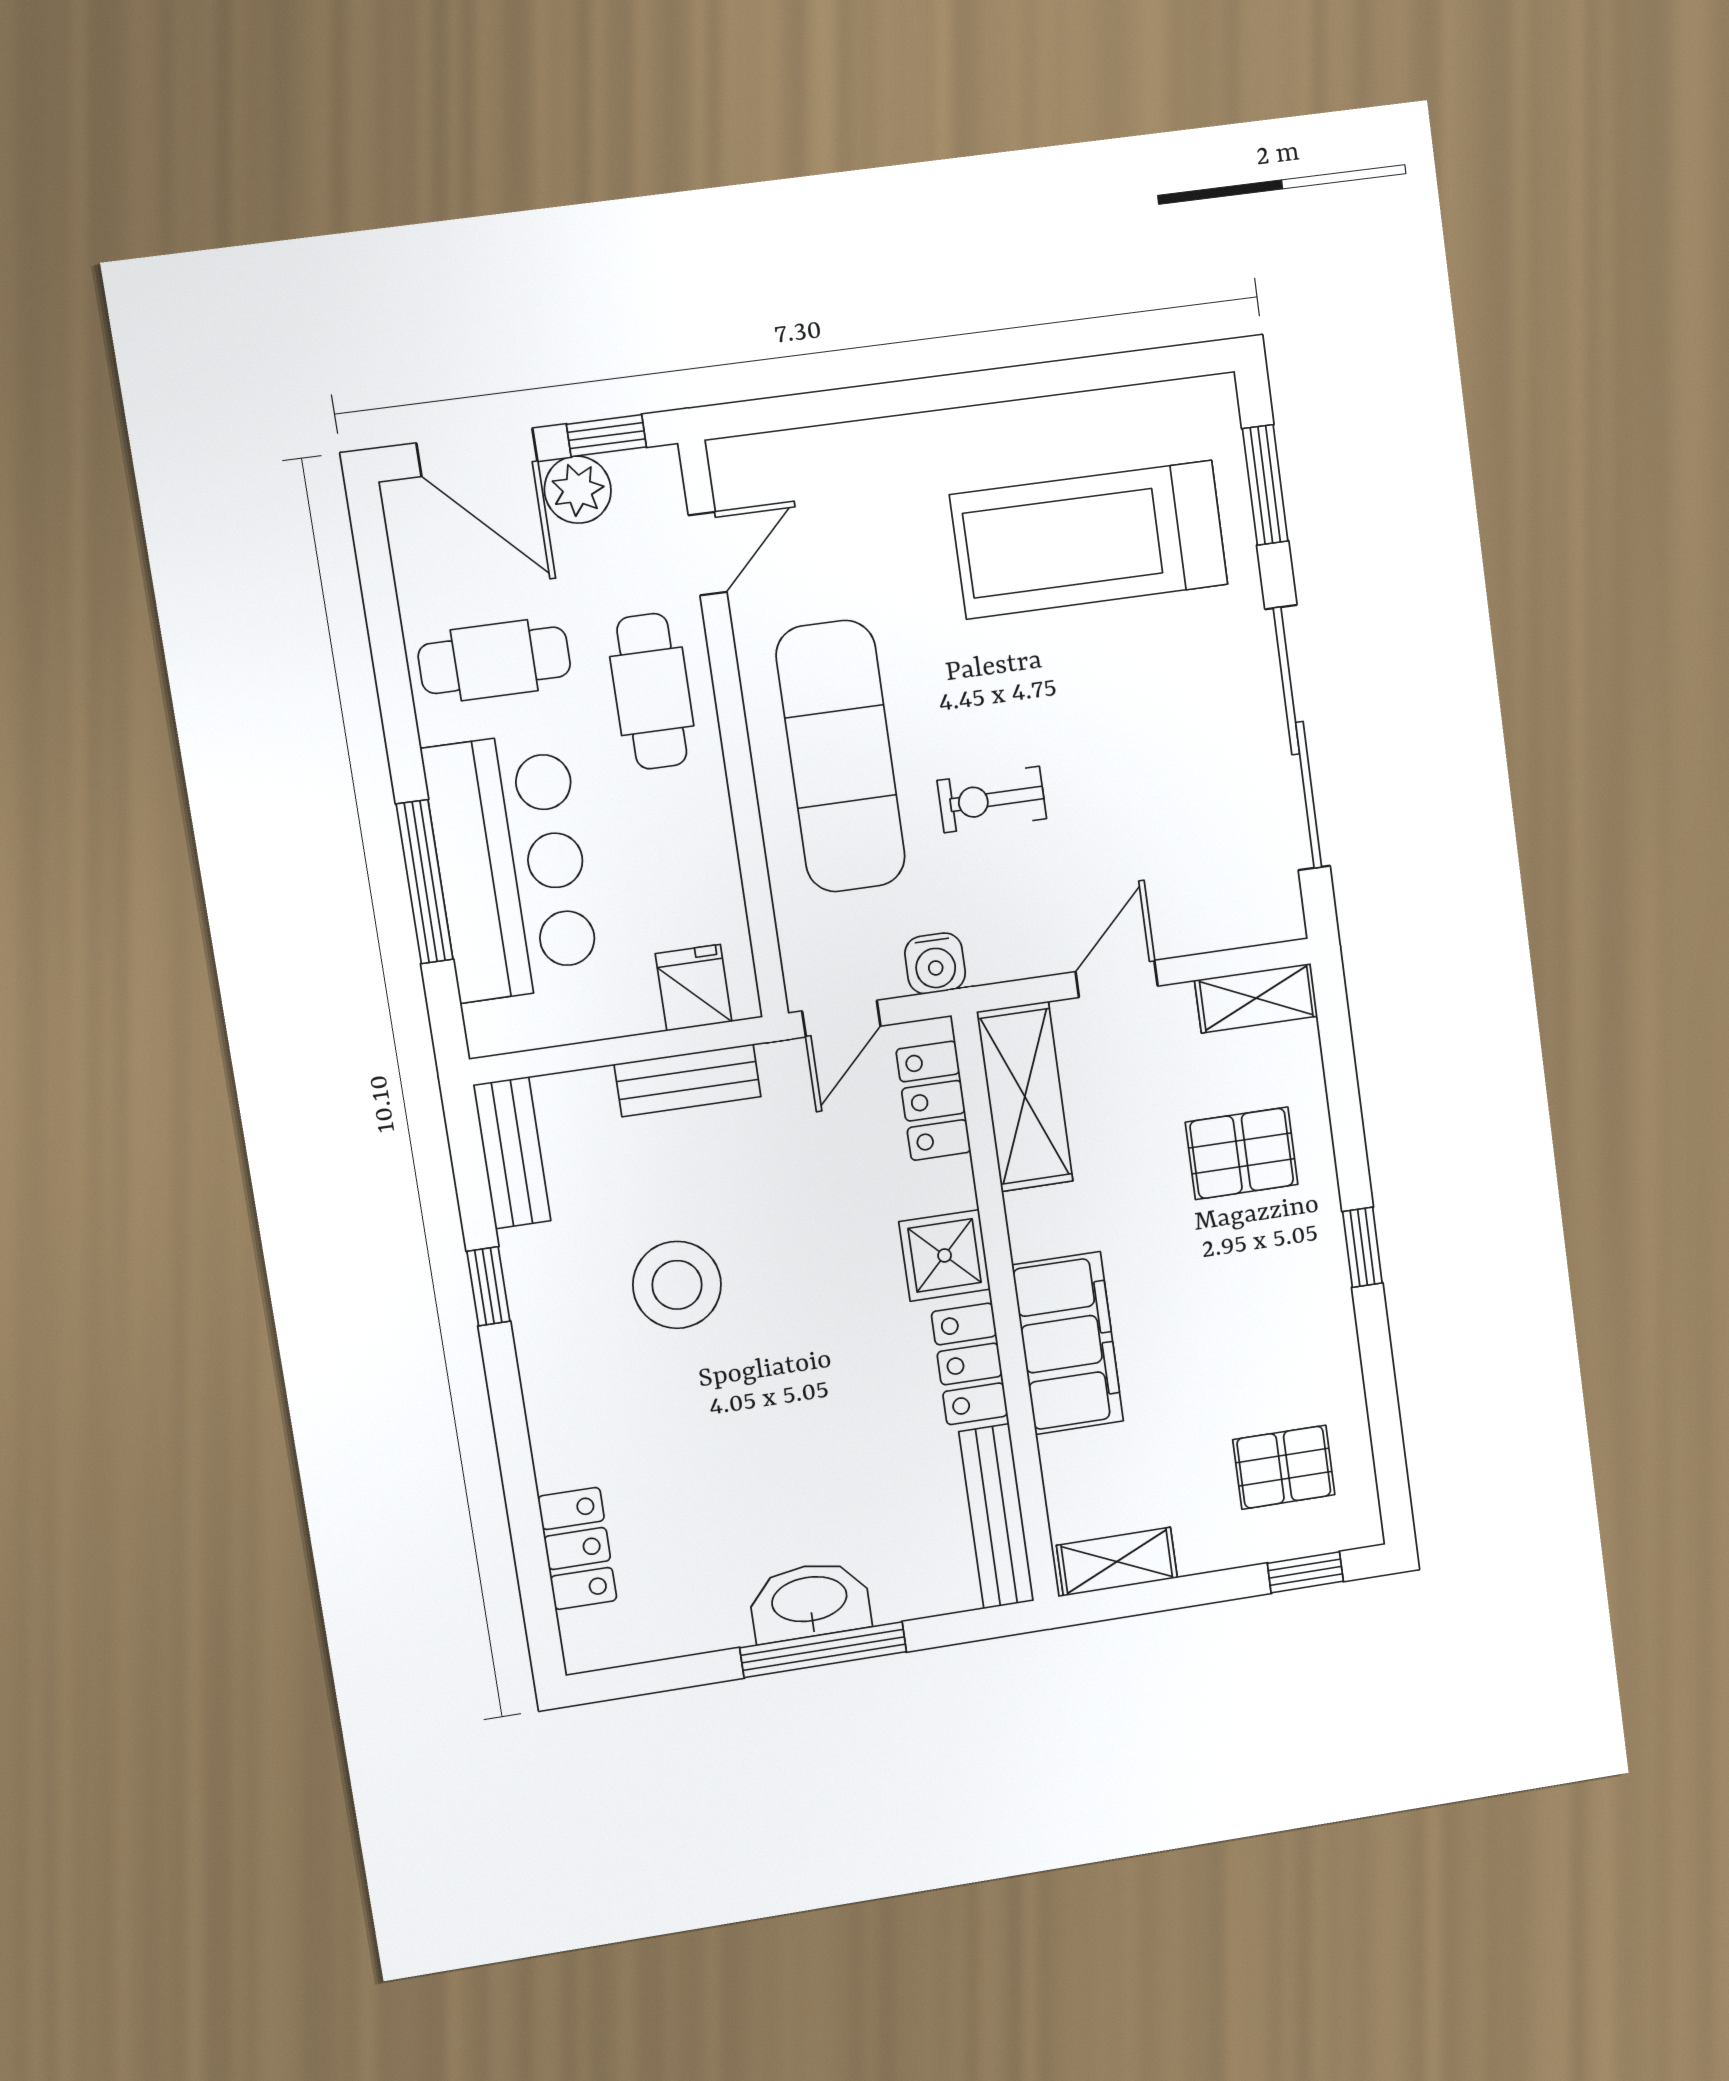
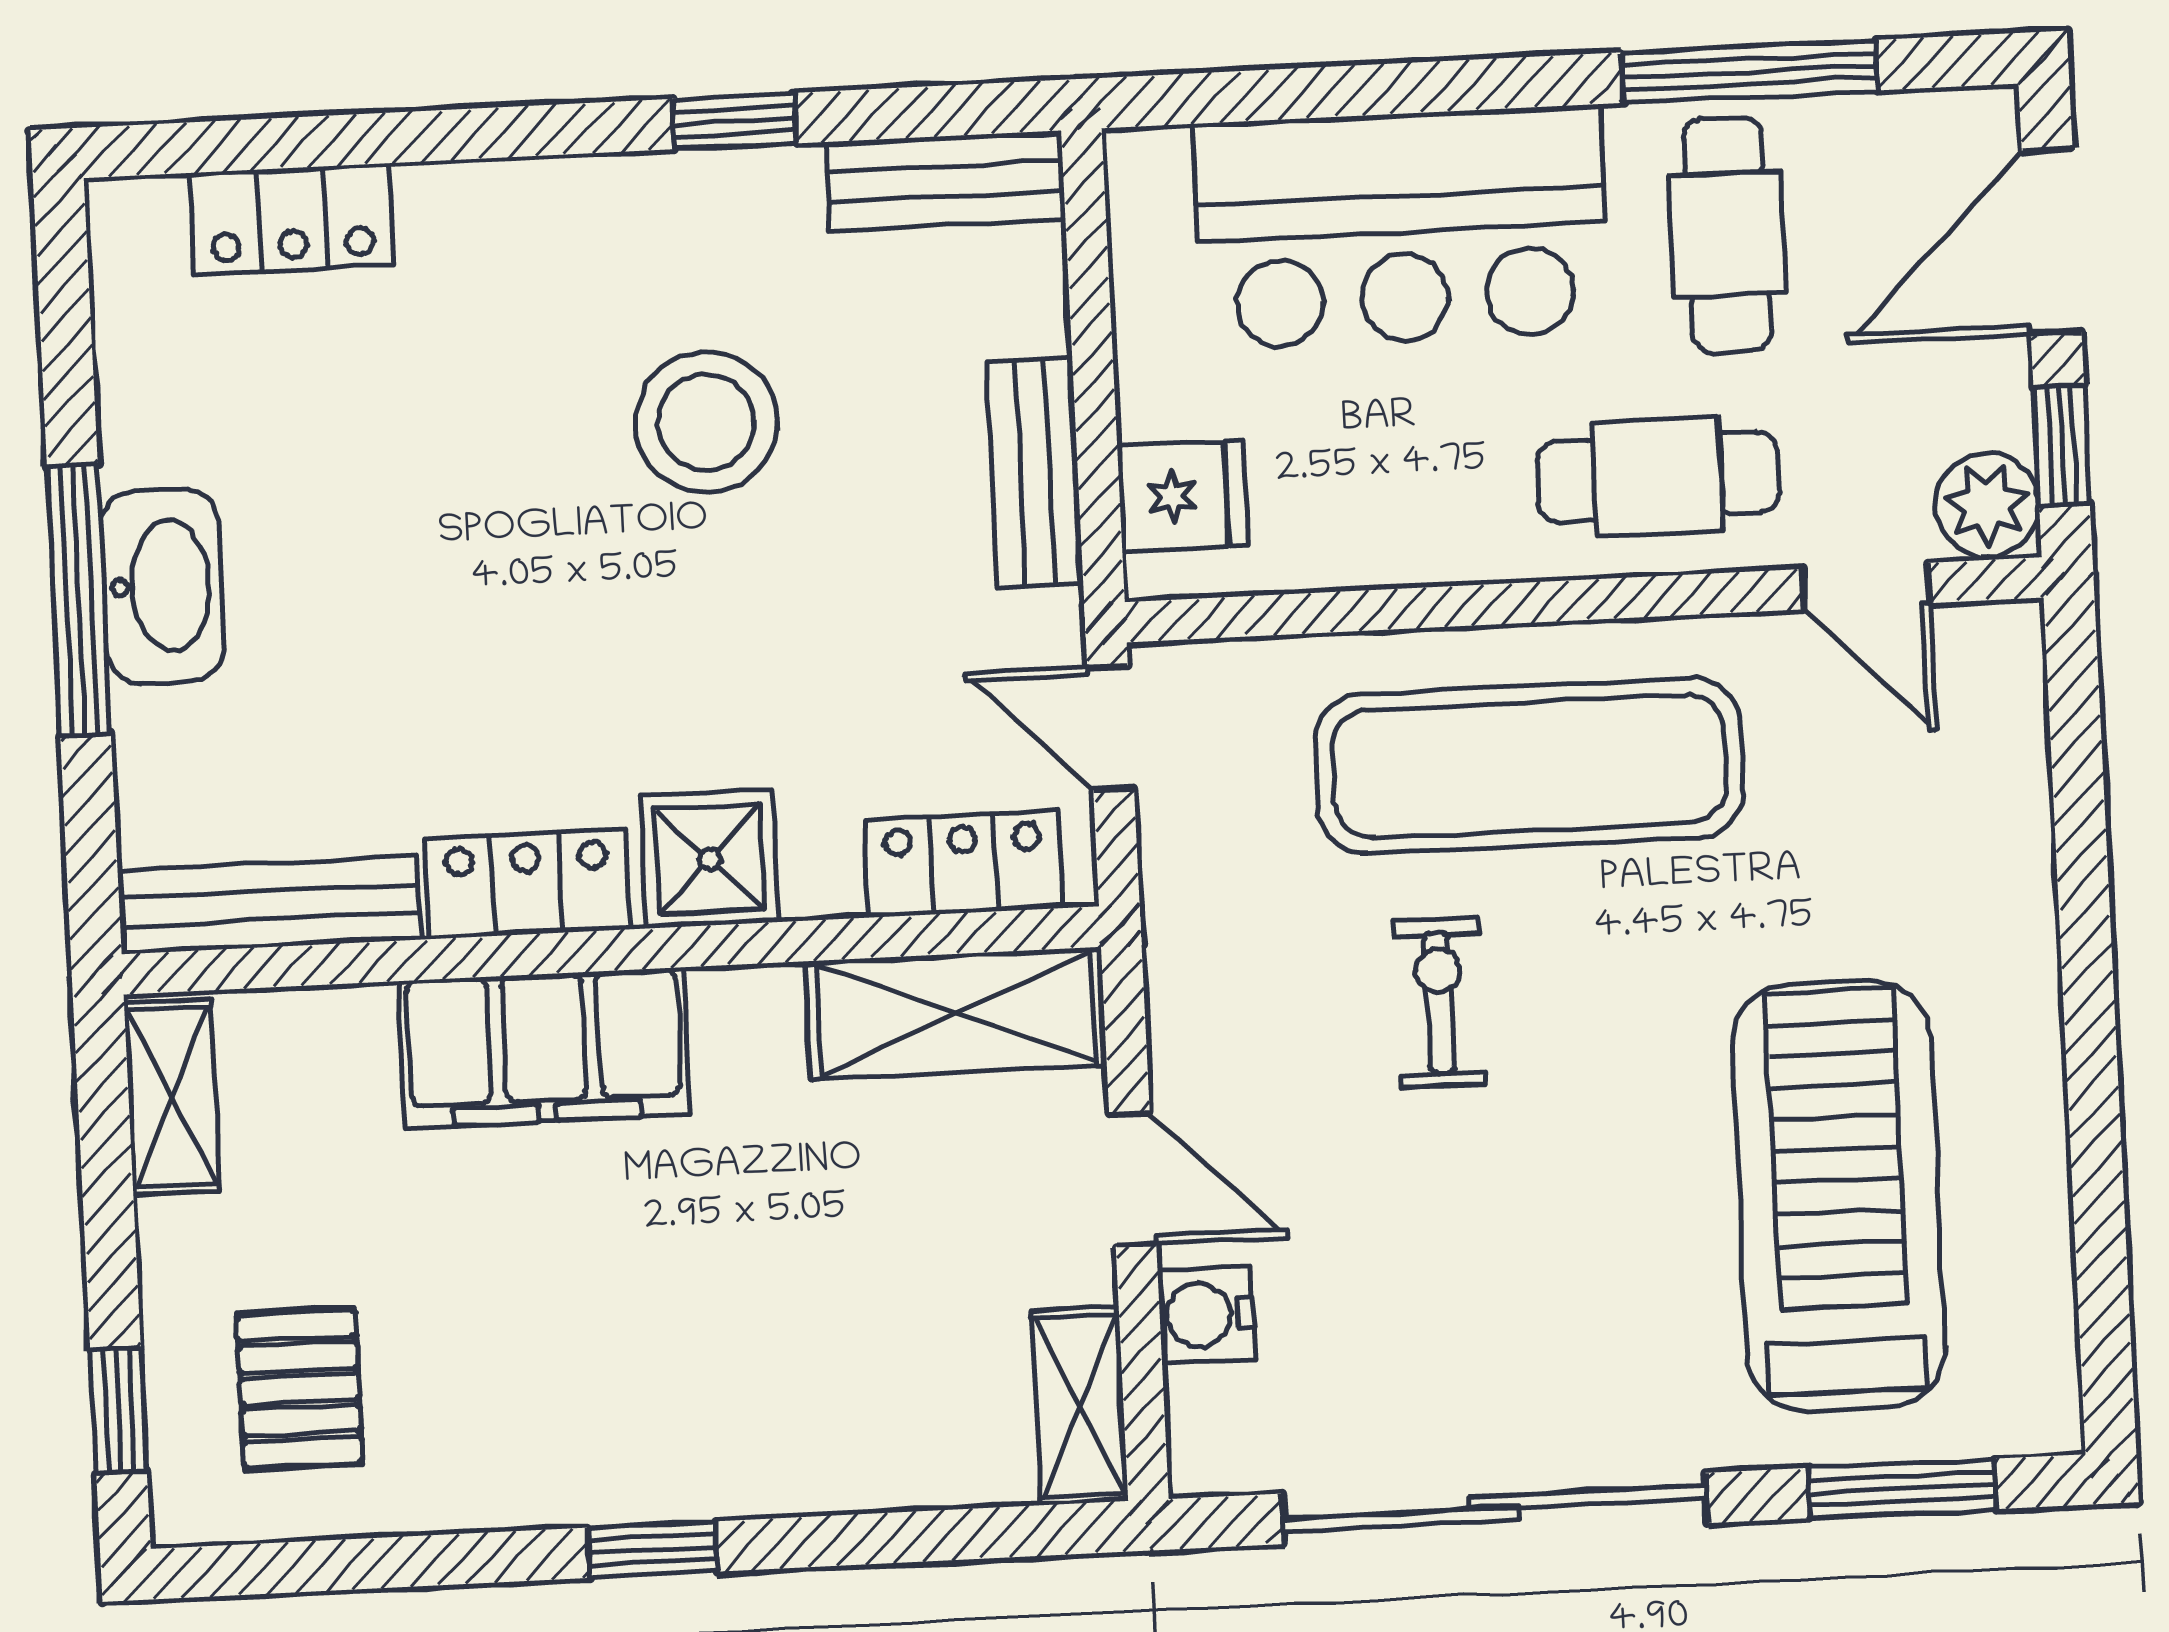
plant: (578, 490) -> (1987, 505), moved
window: (425, 882) -> (1750, 71), moved
water cooler: (935, 963) -> (1206, 1315), moved
pallet: (1242, 1153) -> (828, 1361), removed

